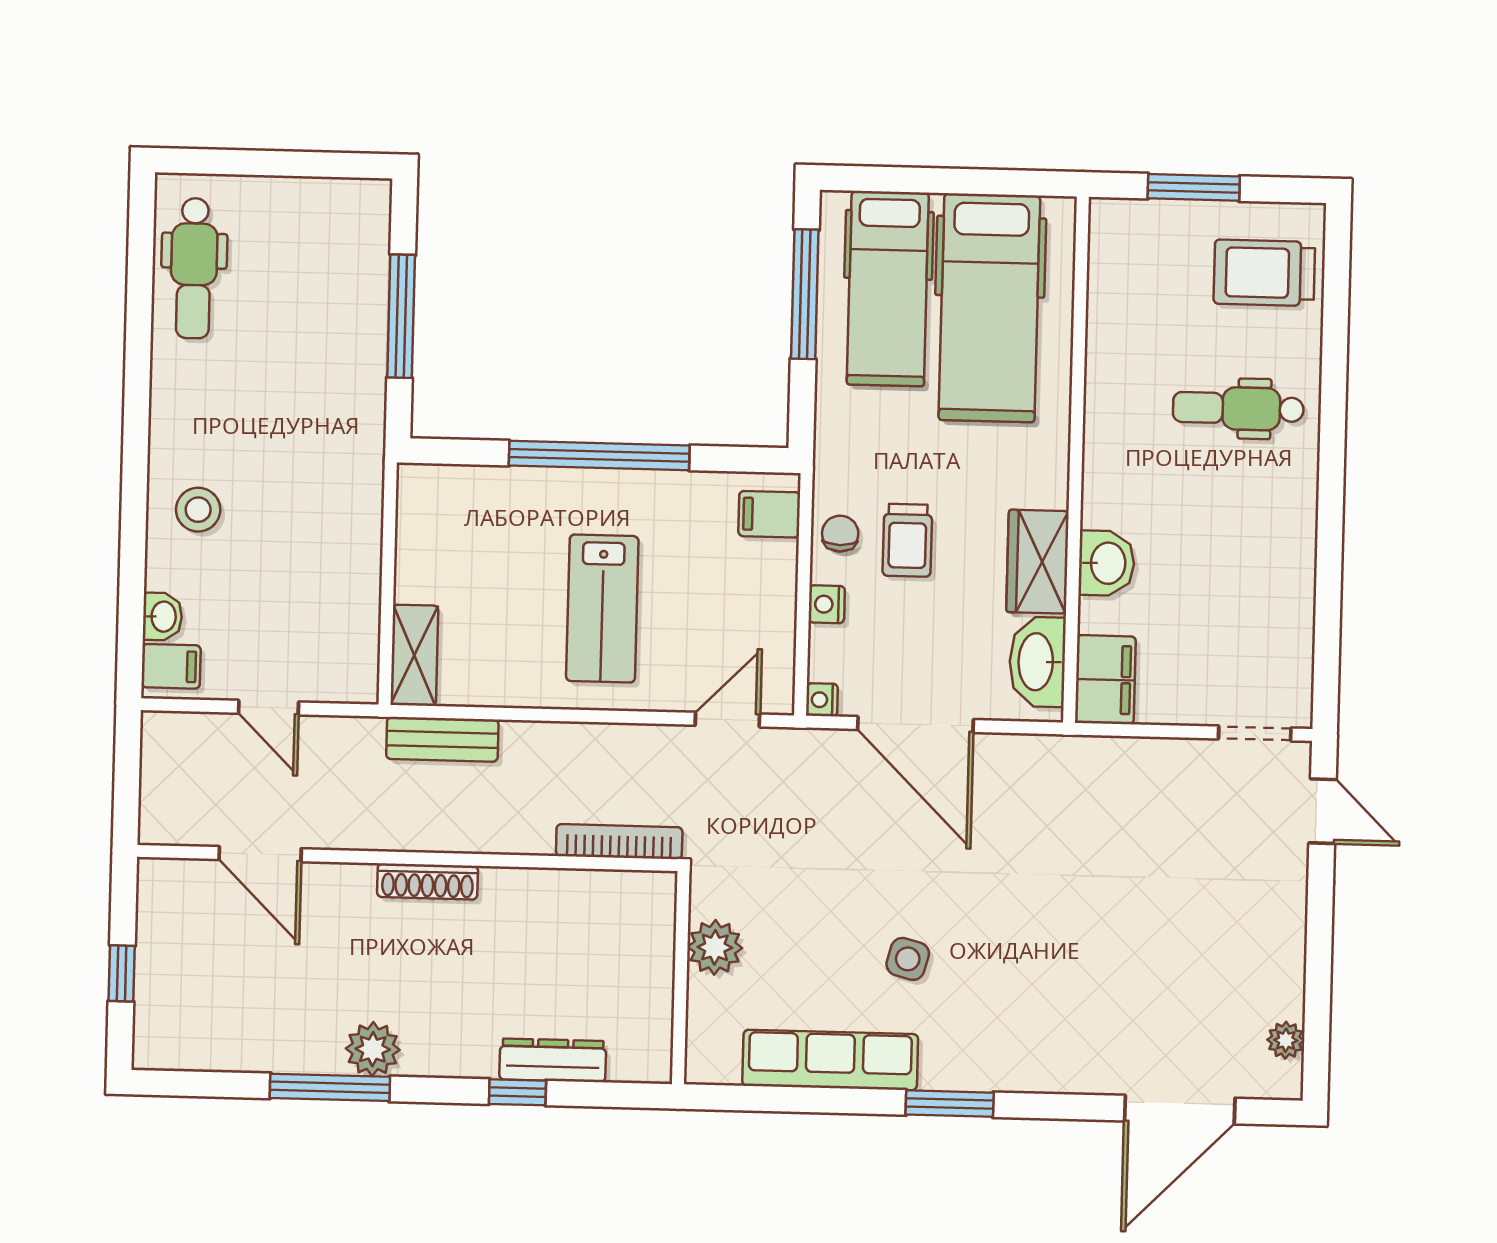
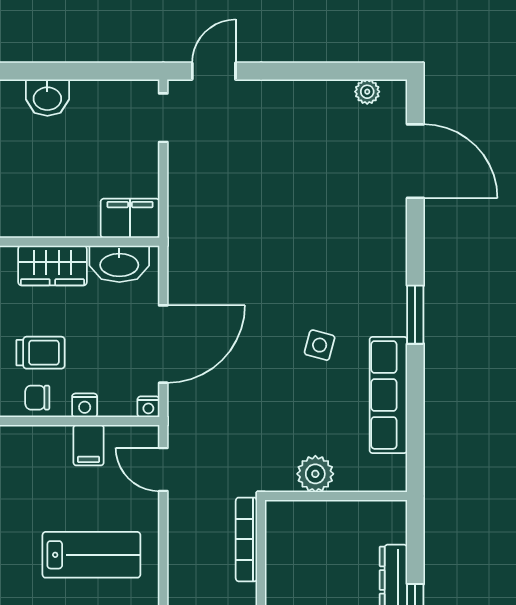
filing cabinet: (769, 514) -> (89, 445), moved
washbasin: (1107, 563) -> (47, 98), moved, turned 180

